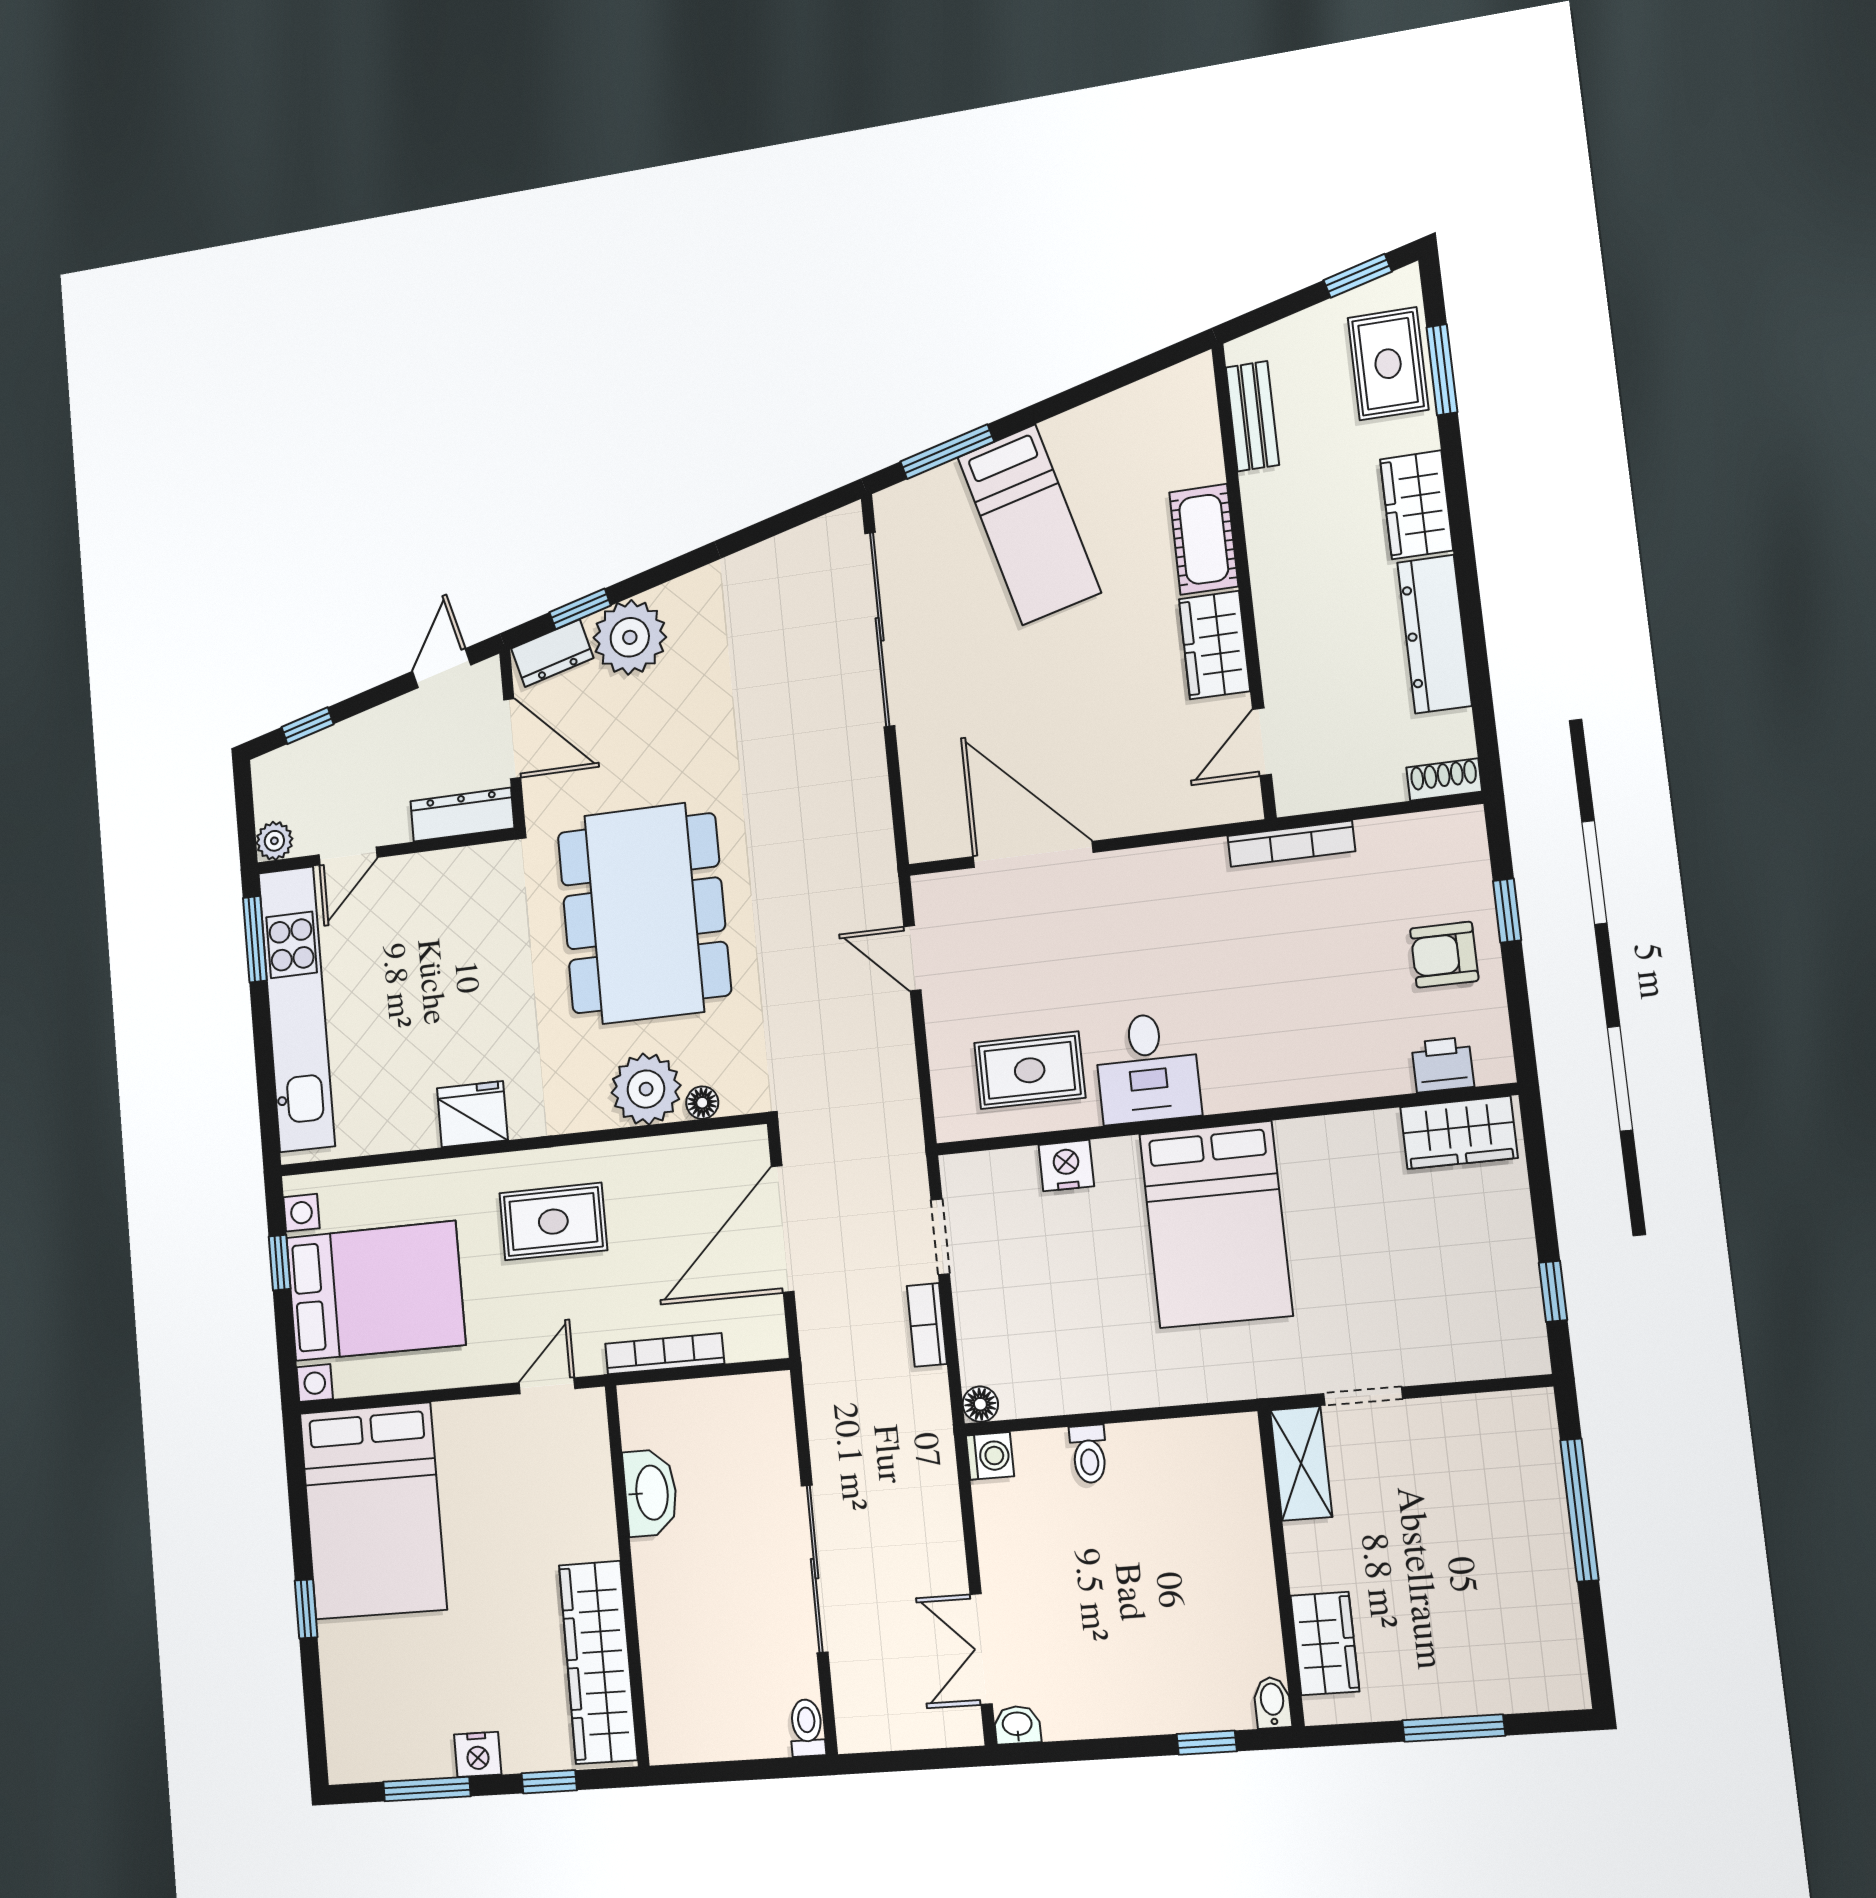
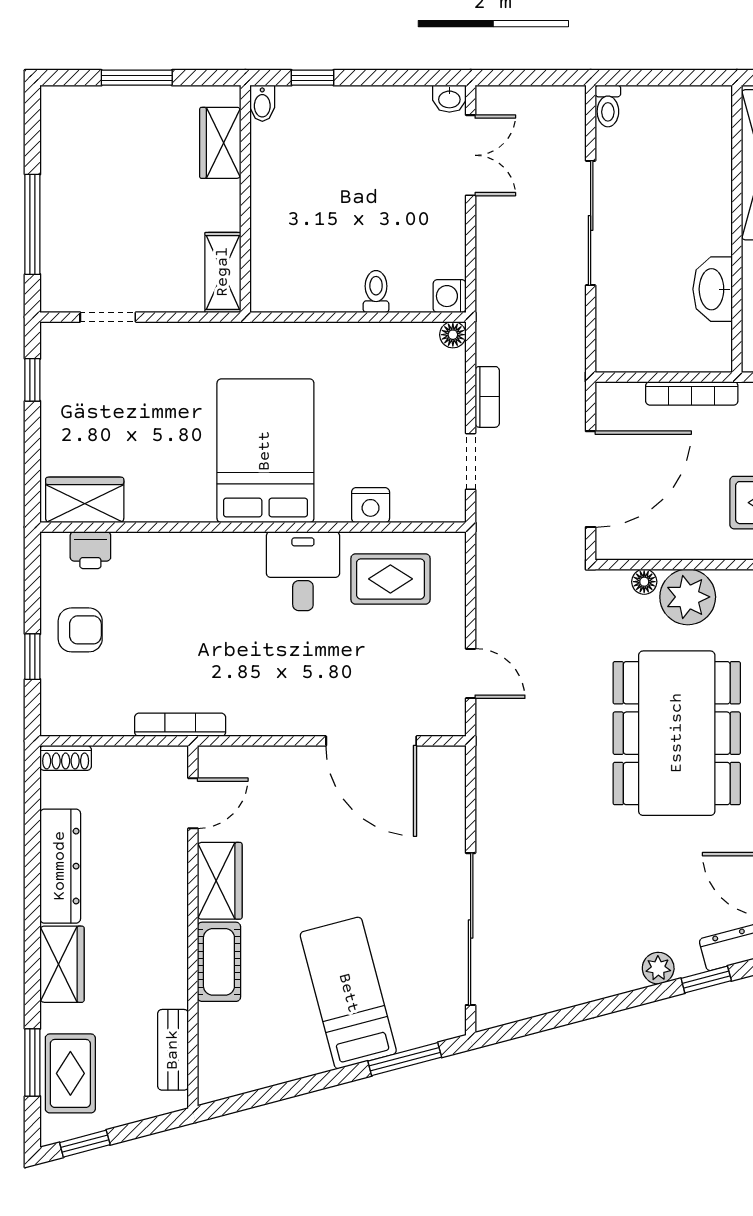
plant: (630, 637) -> (658, 968), width x0.53, depth x0.53
doorway: (1363, 1396) -> (108, 317), moved

